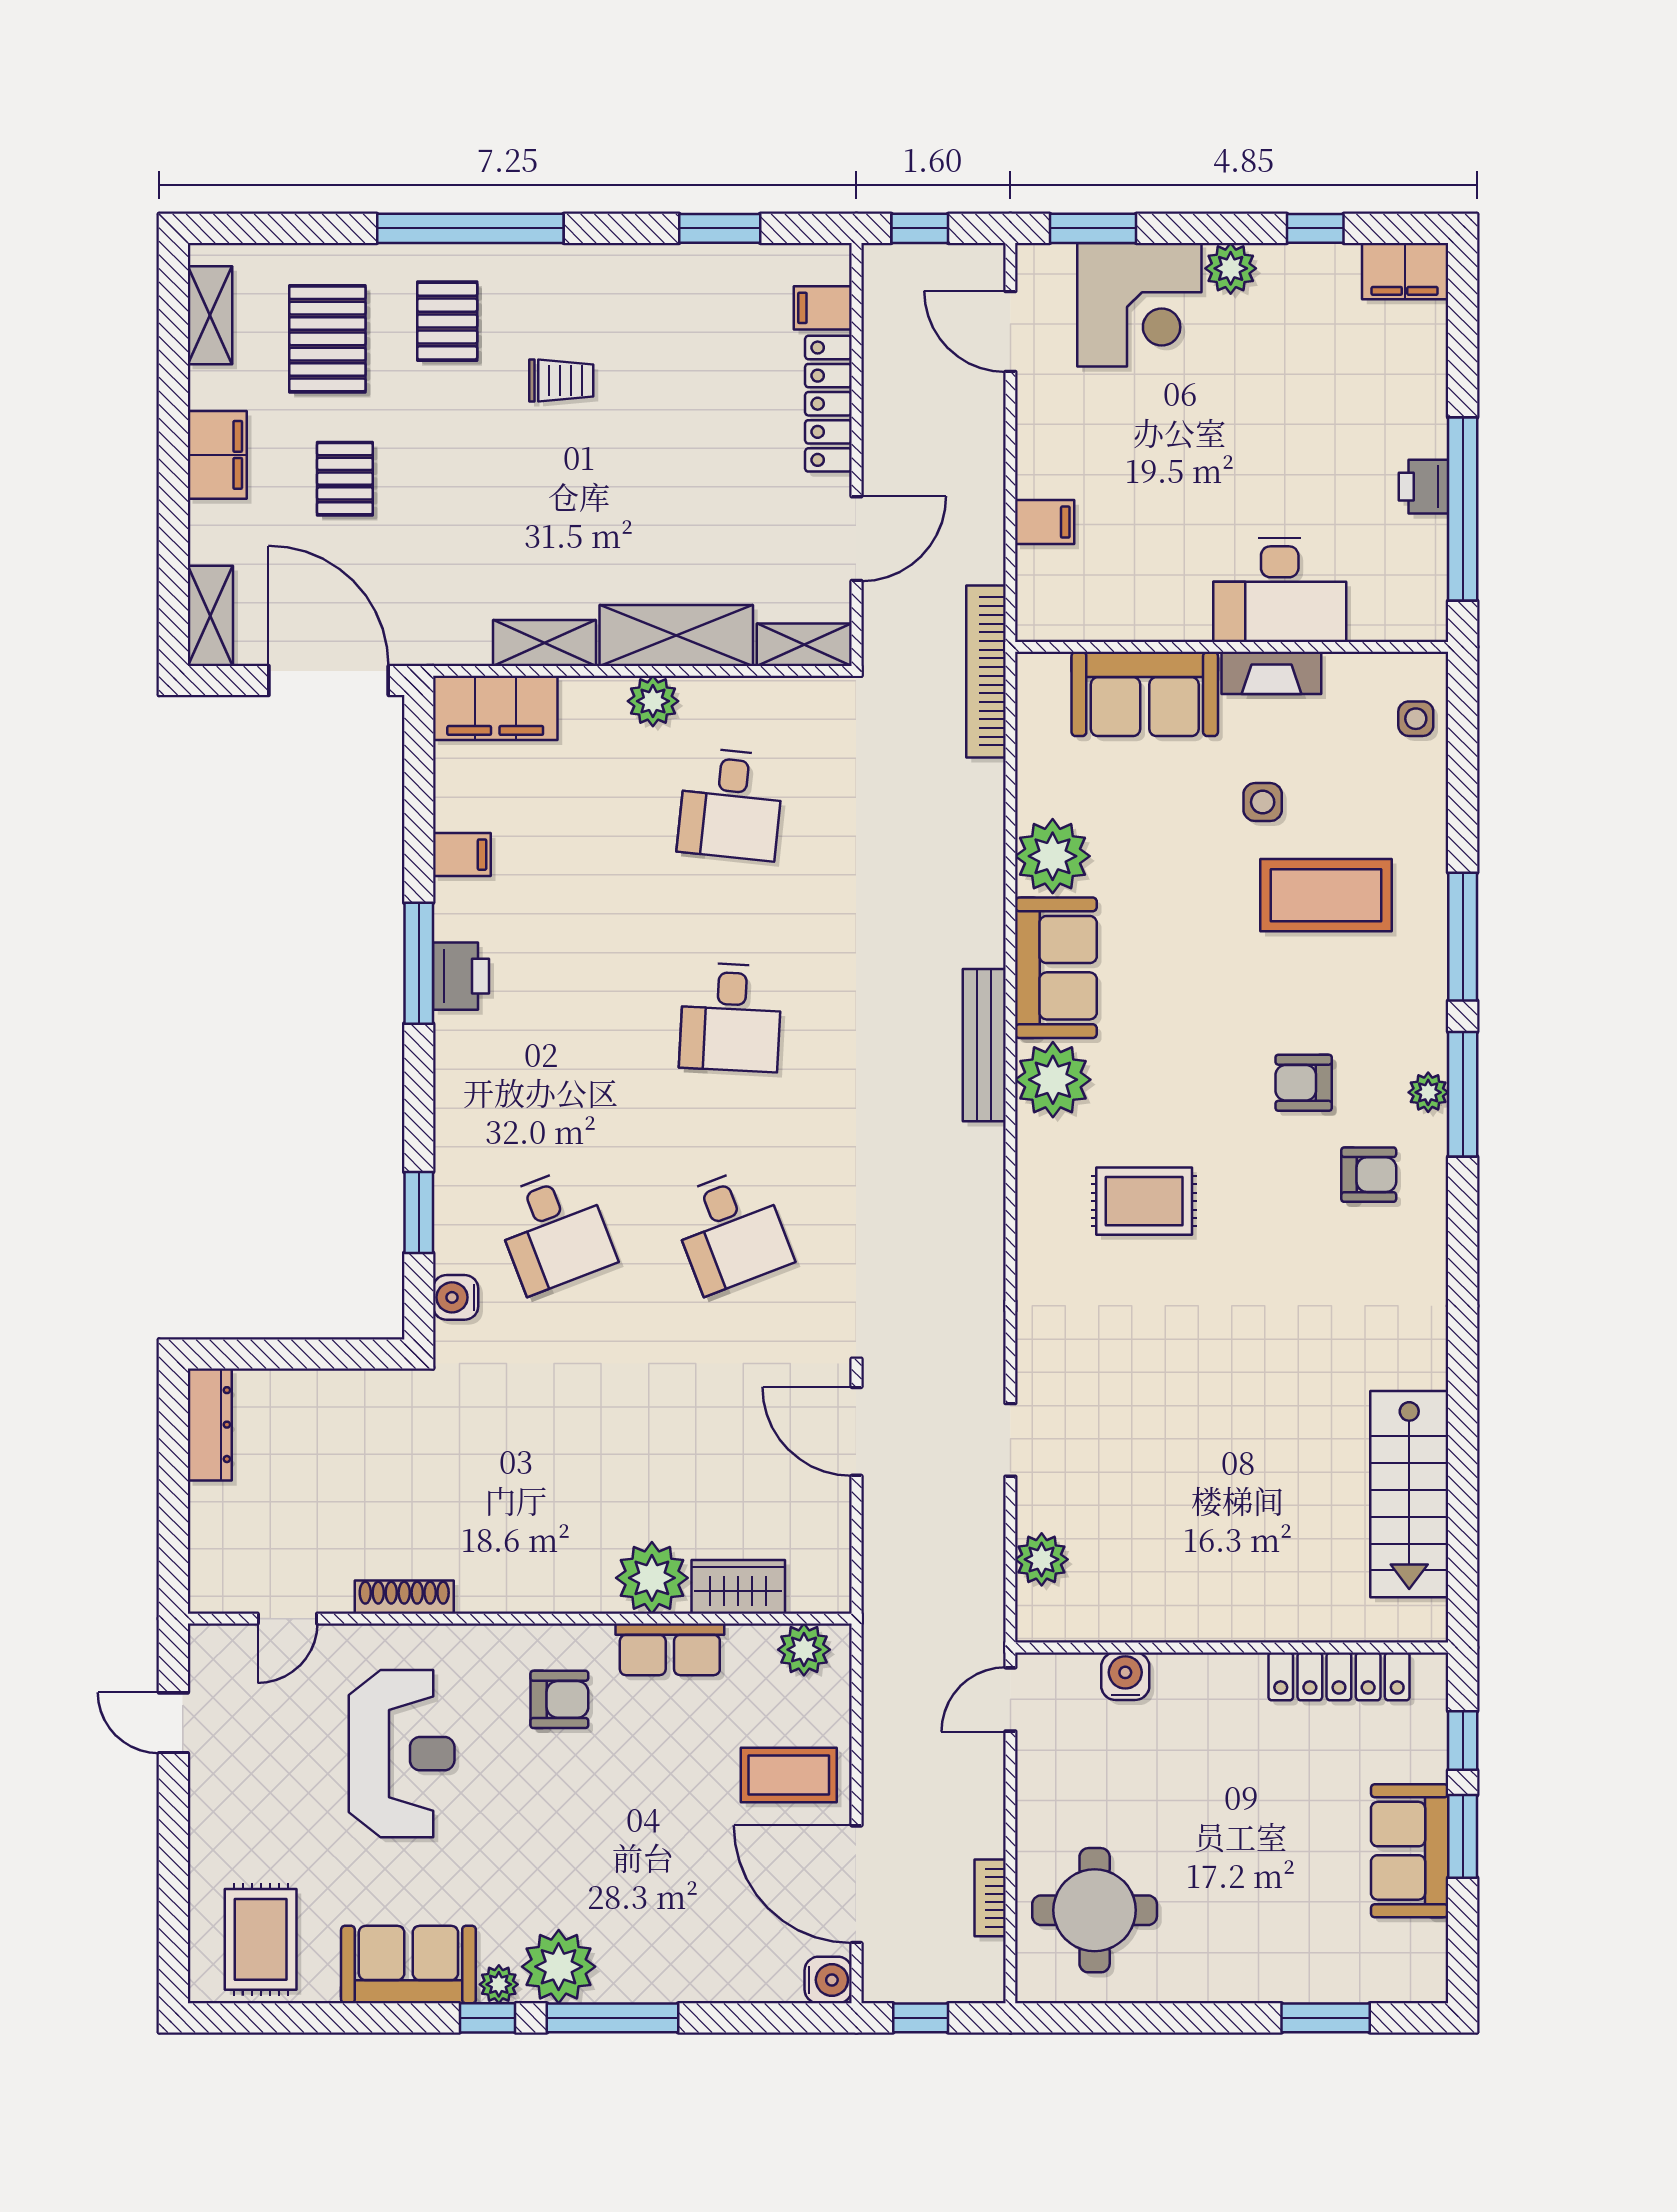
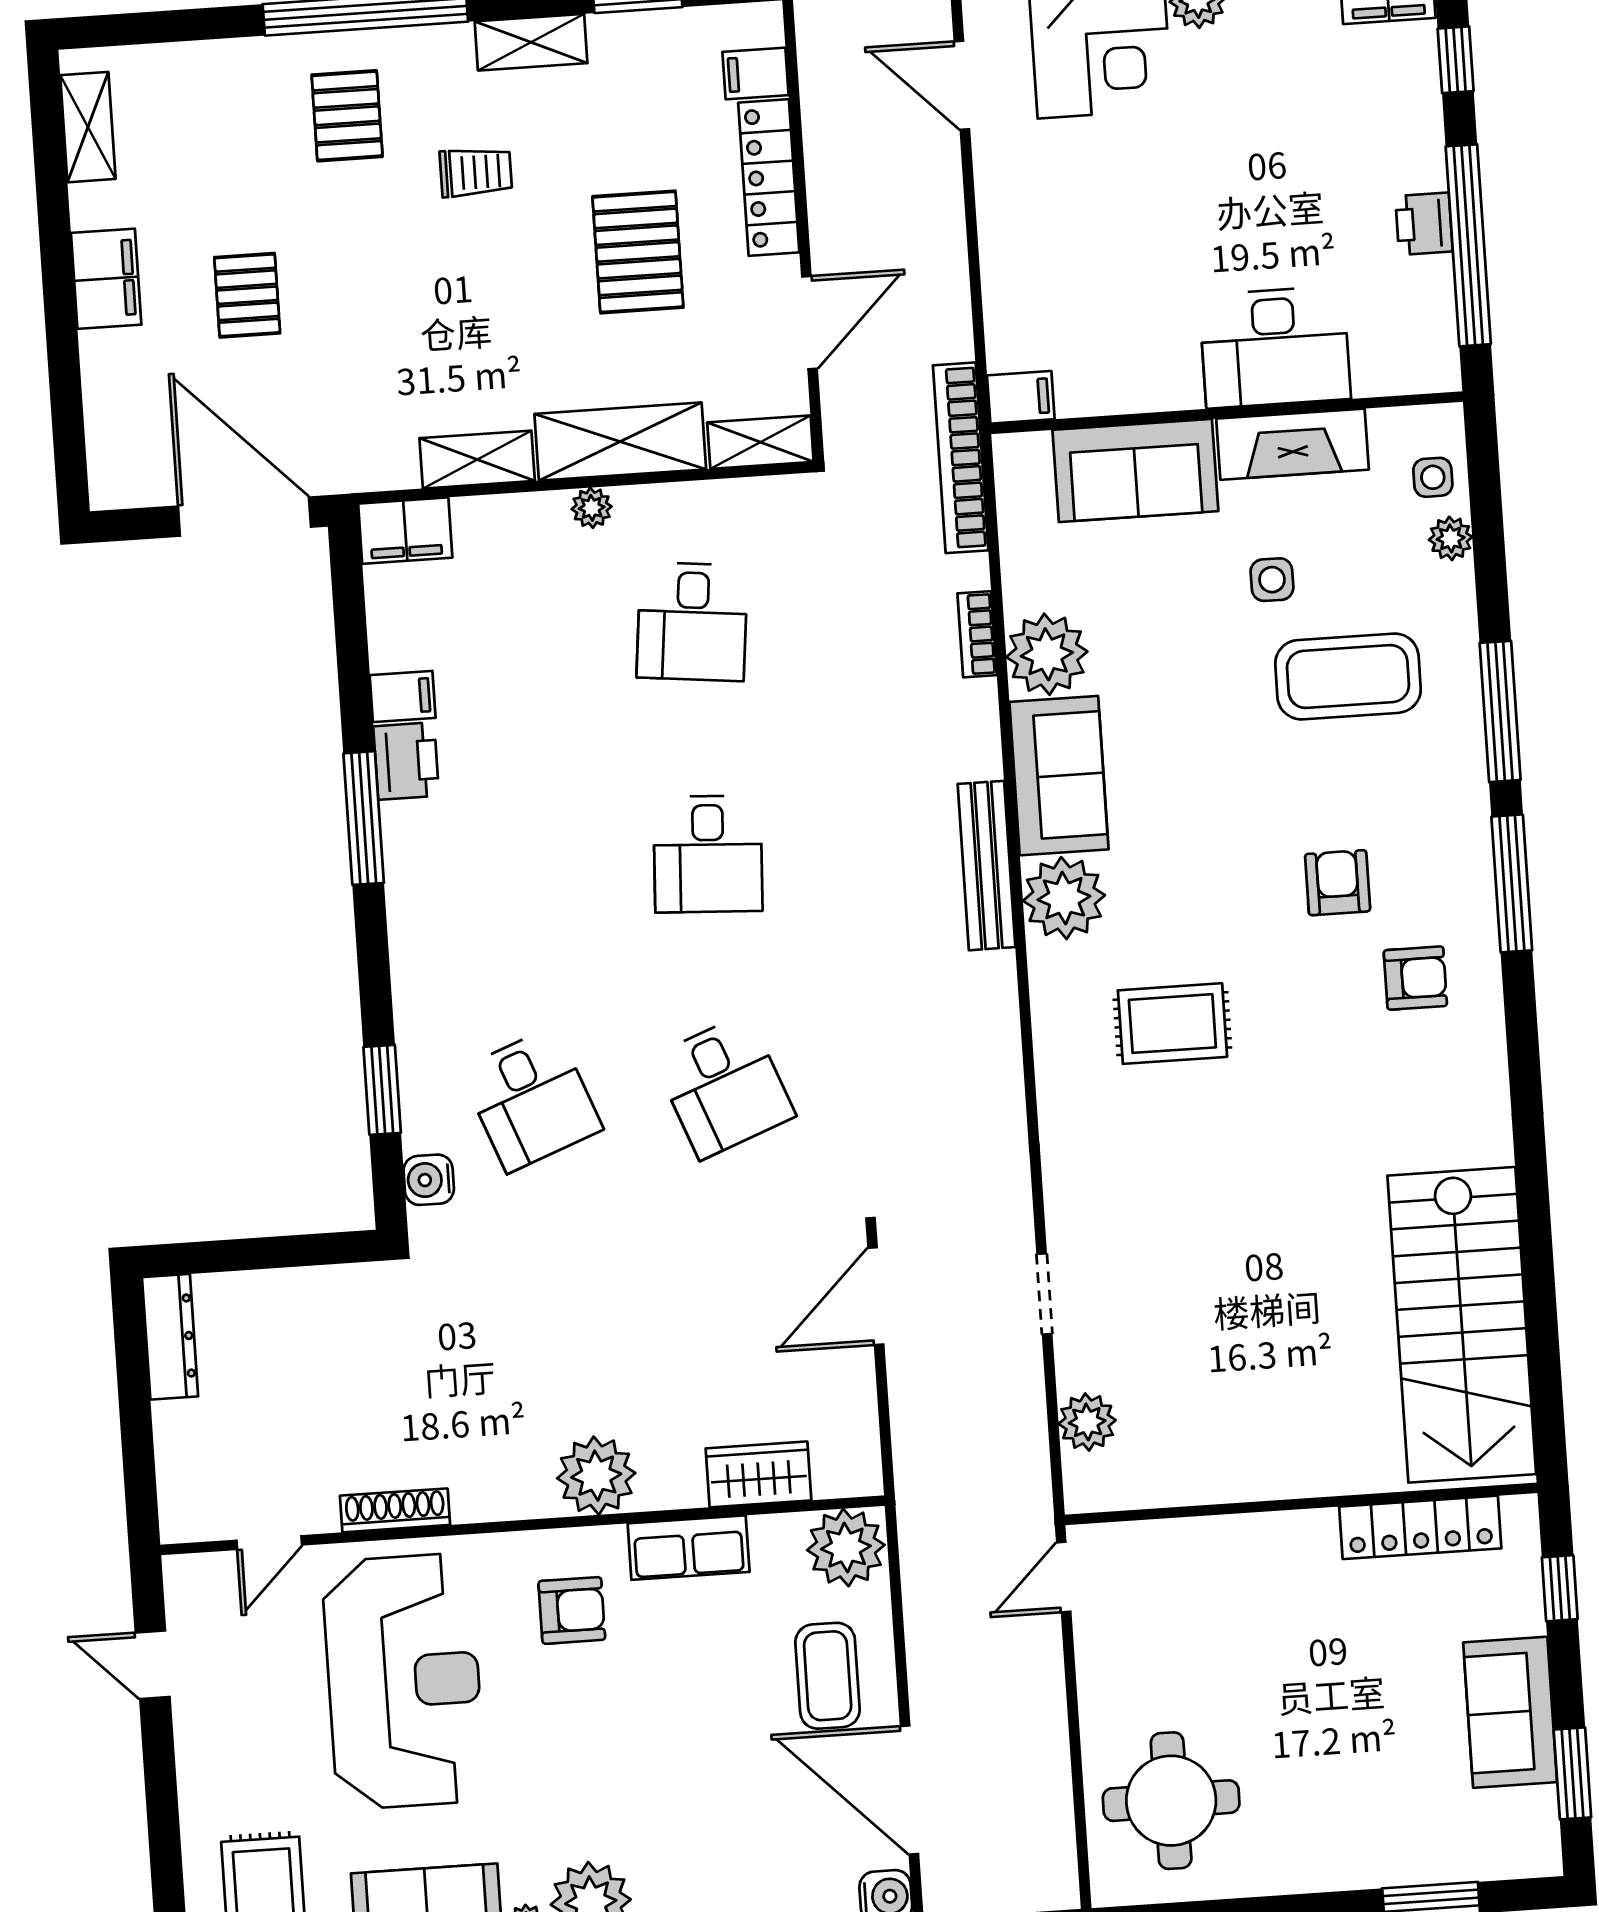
pallet: (327, 339) -> (638, 252), moved
window: (1463, 339) -> (1456, 60), added
filing cabinet: (1045, 522) -> (1021, 397), moved
shelving: (210, 616) -> (531, 42), moved, turned 90
fireplace: (1271, 673) -> (1292, 444), width x1.37, depth x1.32
plant: (653, 701) -> (592, 508), width x0.73, depth x0.73
filing cabinet: (495, 708) -> (405, 531), width x0.67, depth x0.86
printer: (461, 976) -> (406, 761), moved
armchair: (1304, 1083) -> (1338, 883), turned 90
plant: (1428, 1092) -> (1451, 538), moved
door: (856, 1431) -> (876, 1296), hinge flipped
stairs: (1409, 1494) -> (1462, 1325), width x1.36, depth x1.51
plant: (652, 1578) -> (596, 1476), moved
plant: (804, 1650) -> (846, 1548), width x1.36, depth x1.36
water cooler: (1125, 1676) -> (1187, 1543), removed
reception desk: (402, 1754) -> (404, 1681), width x1.36, depth x1.30
coffee table: (789, 1775) -> (828, 1676), turned 90
window: (1463, 1836) -> (1572, 1773), moved
bookcase: (990, 1898) -> (977, 634), moved

